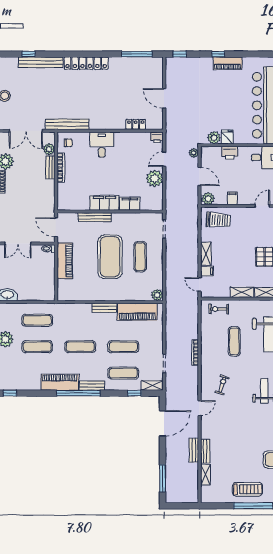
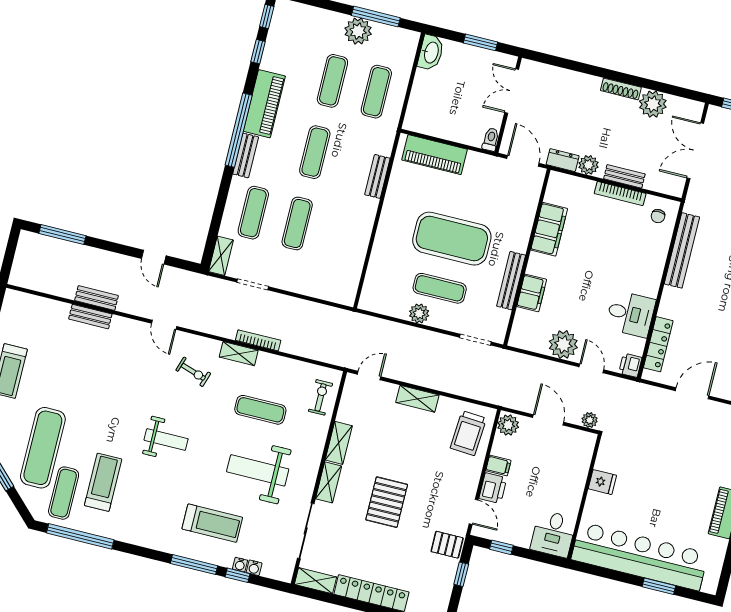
bench: (67, 124) -> (682, 250), moved
locker: (136, 125) -> (658, 344), width x1.53
plant: (214, 138) -> (607, 460), removed
desk: (102, 145) -> (631, 314), moved
plant: (49, 149) -> (589, 165), moved
printer: (230, 153) -> (493, 488), moved, turned 180
door: (200, 176) -> (548, 420), swing flipped
filing cabinet: (104, 203) -> (549, 229), moved
dresser: (50, 205) -> (563, 160), added
bench: (95, 217) -> (511, 281), moved
door: (56, 227) -> (523, 161), hinge flipped
piano: (65, 261) -> (435, 155), moved
filing cabinet: (207, 271) -> (388, 393), removed
plant: (157, 295) -> (419, 313), moved
bench: (104, 308) -> (377, 176), moved
piano: (137, 312) -> (350, 261), removed
window: (134, 393) -> (258, 52), moved
door: (163, 423) -> (154, 257), width x0.53
shelving: (205, 475) -> (239, 354), moved

